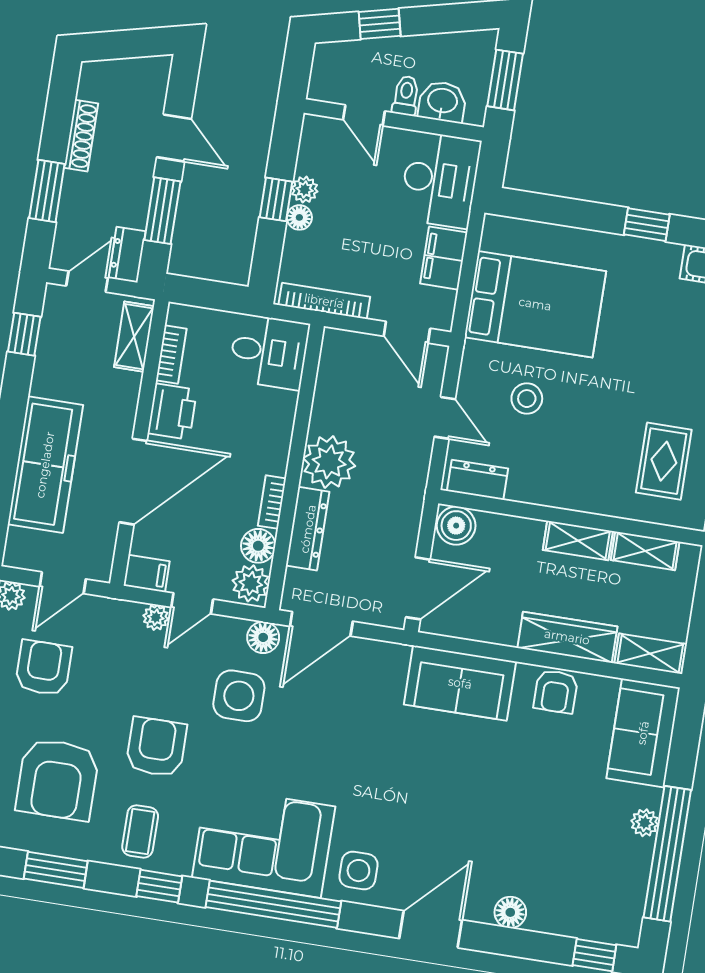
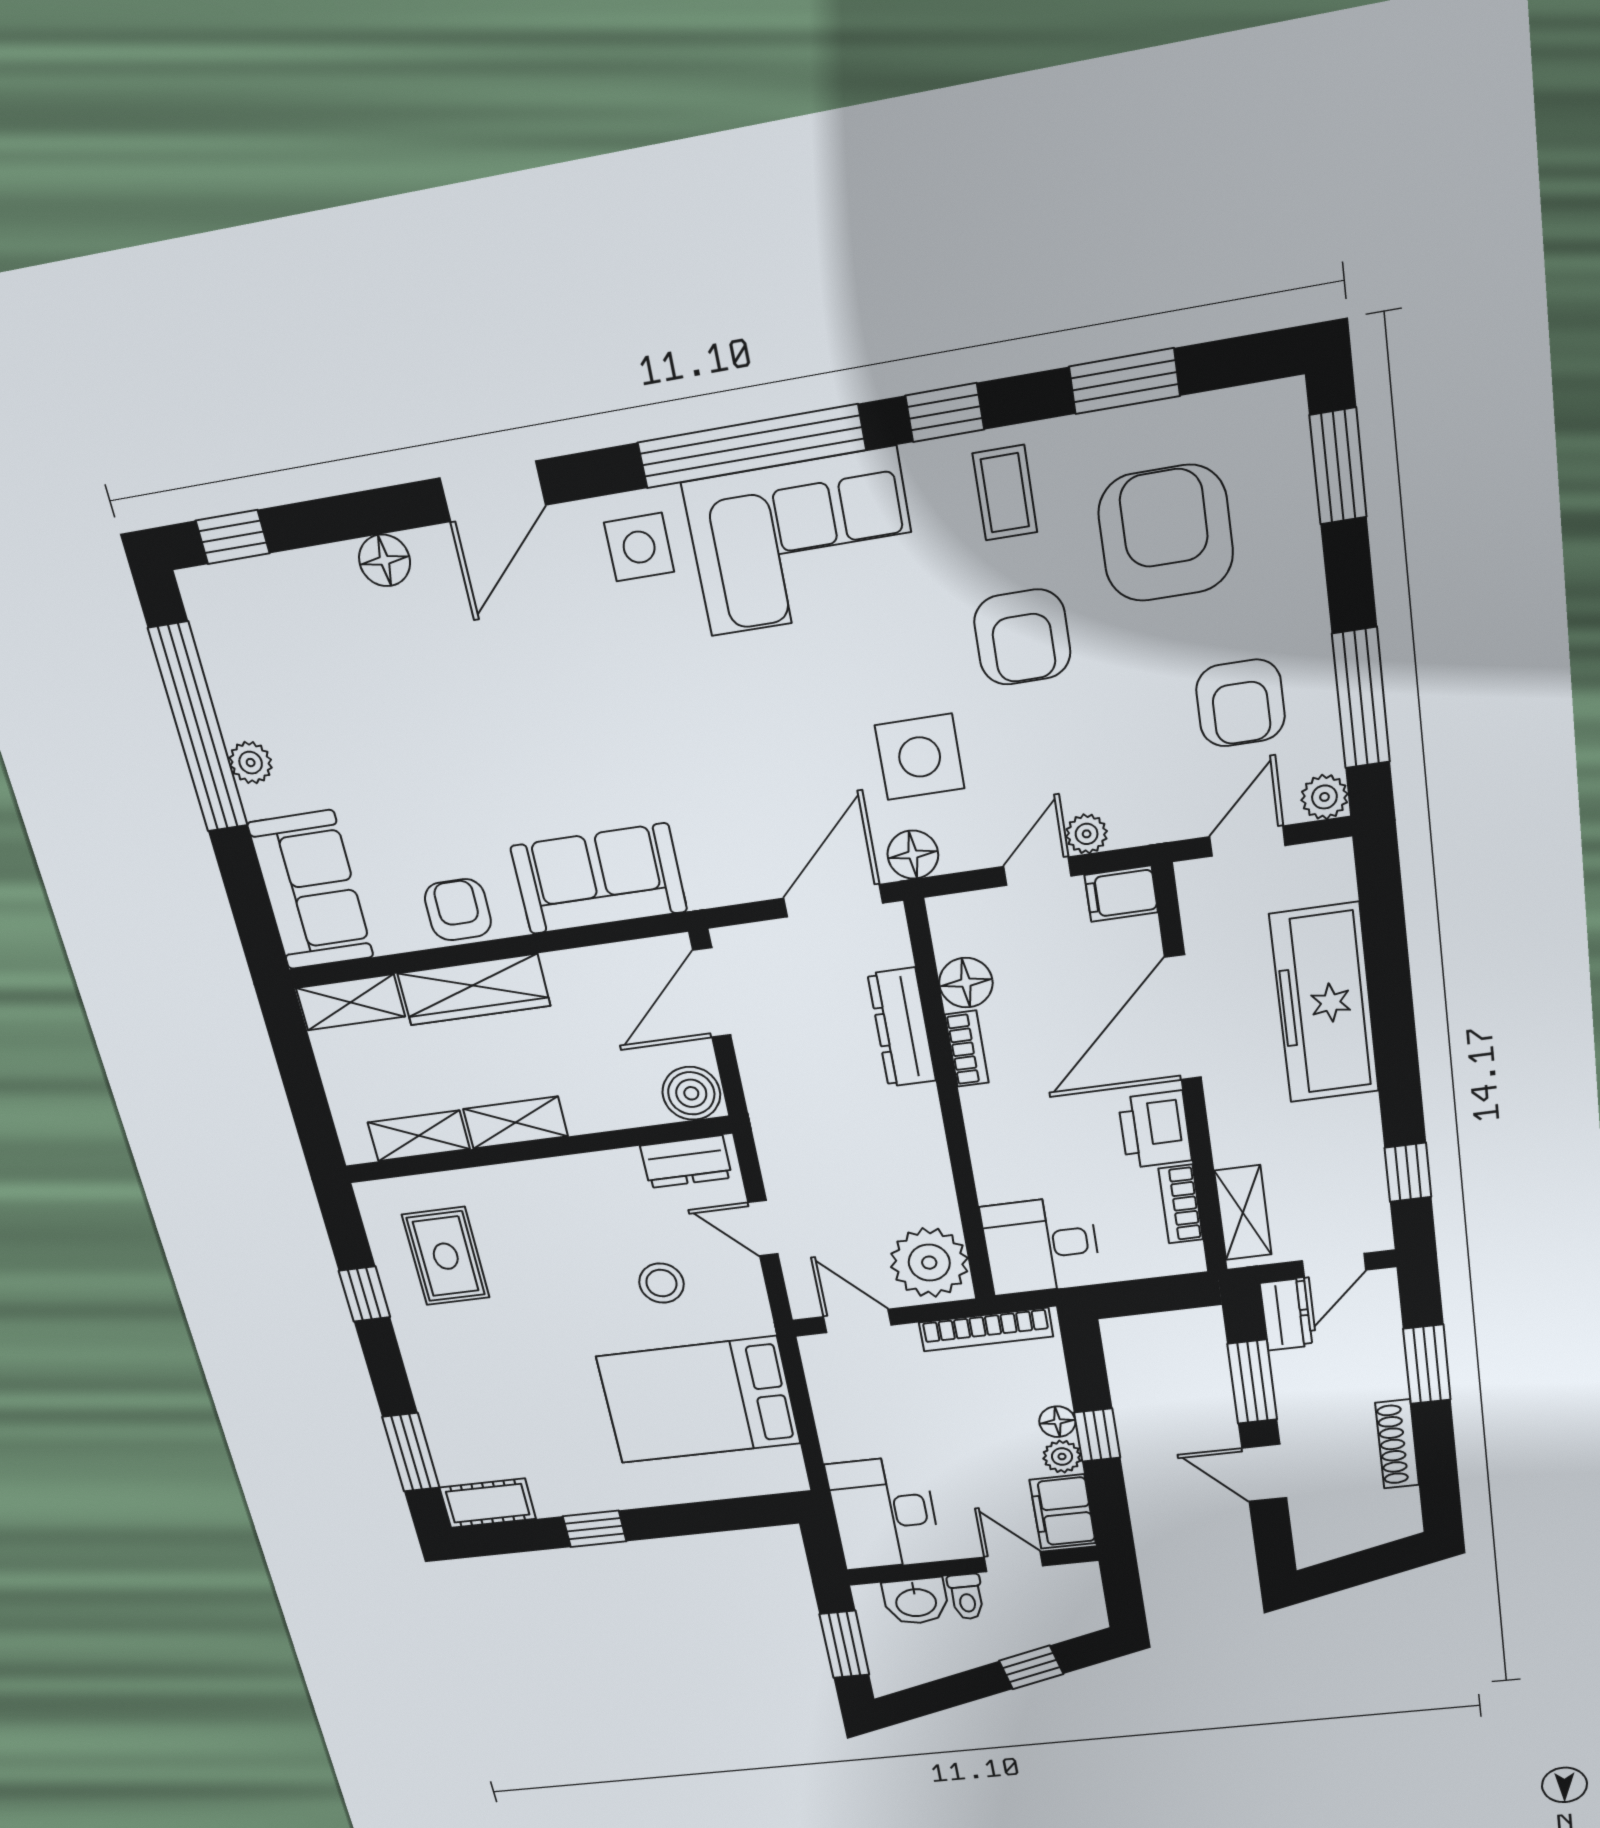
filing cabinet: (444, 258) -> (1063, 1512), moved, turned 180
plant: (329, 462) -> (929, 1263), moved
plant: (251, 583) -> (959, 927), removed

